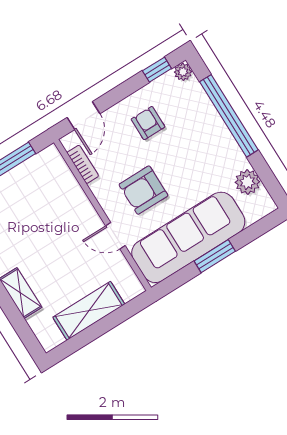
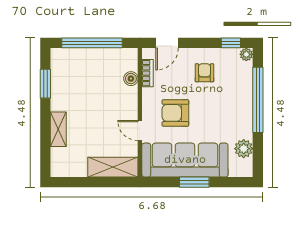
boiler: (68, 183) -> (131, 79), added
shelving: (89, 311) -> (113, 167), moved

